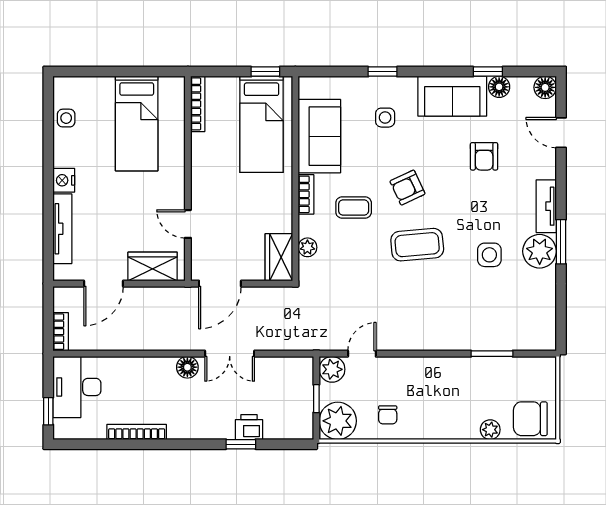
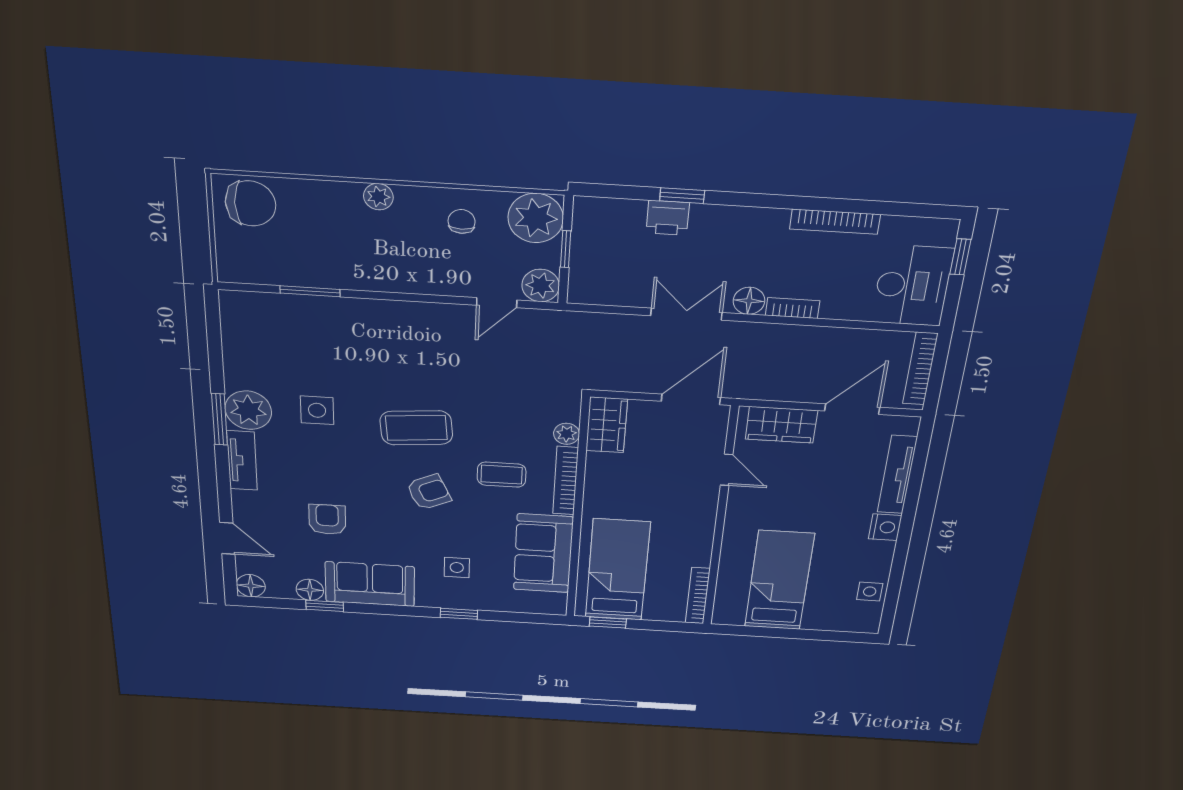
bookcase: (306, 194) -> (565, 481), width x1.56
bookcase: (61, 332) -> (920, 369), width x1.56
bookcase: (157, 364) -> (793, 308), added
plant: (490, 430) -> (378, 197), moved

